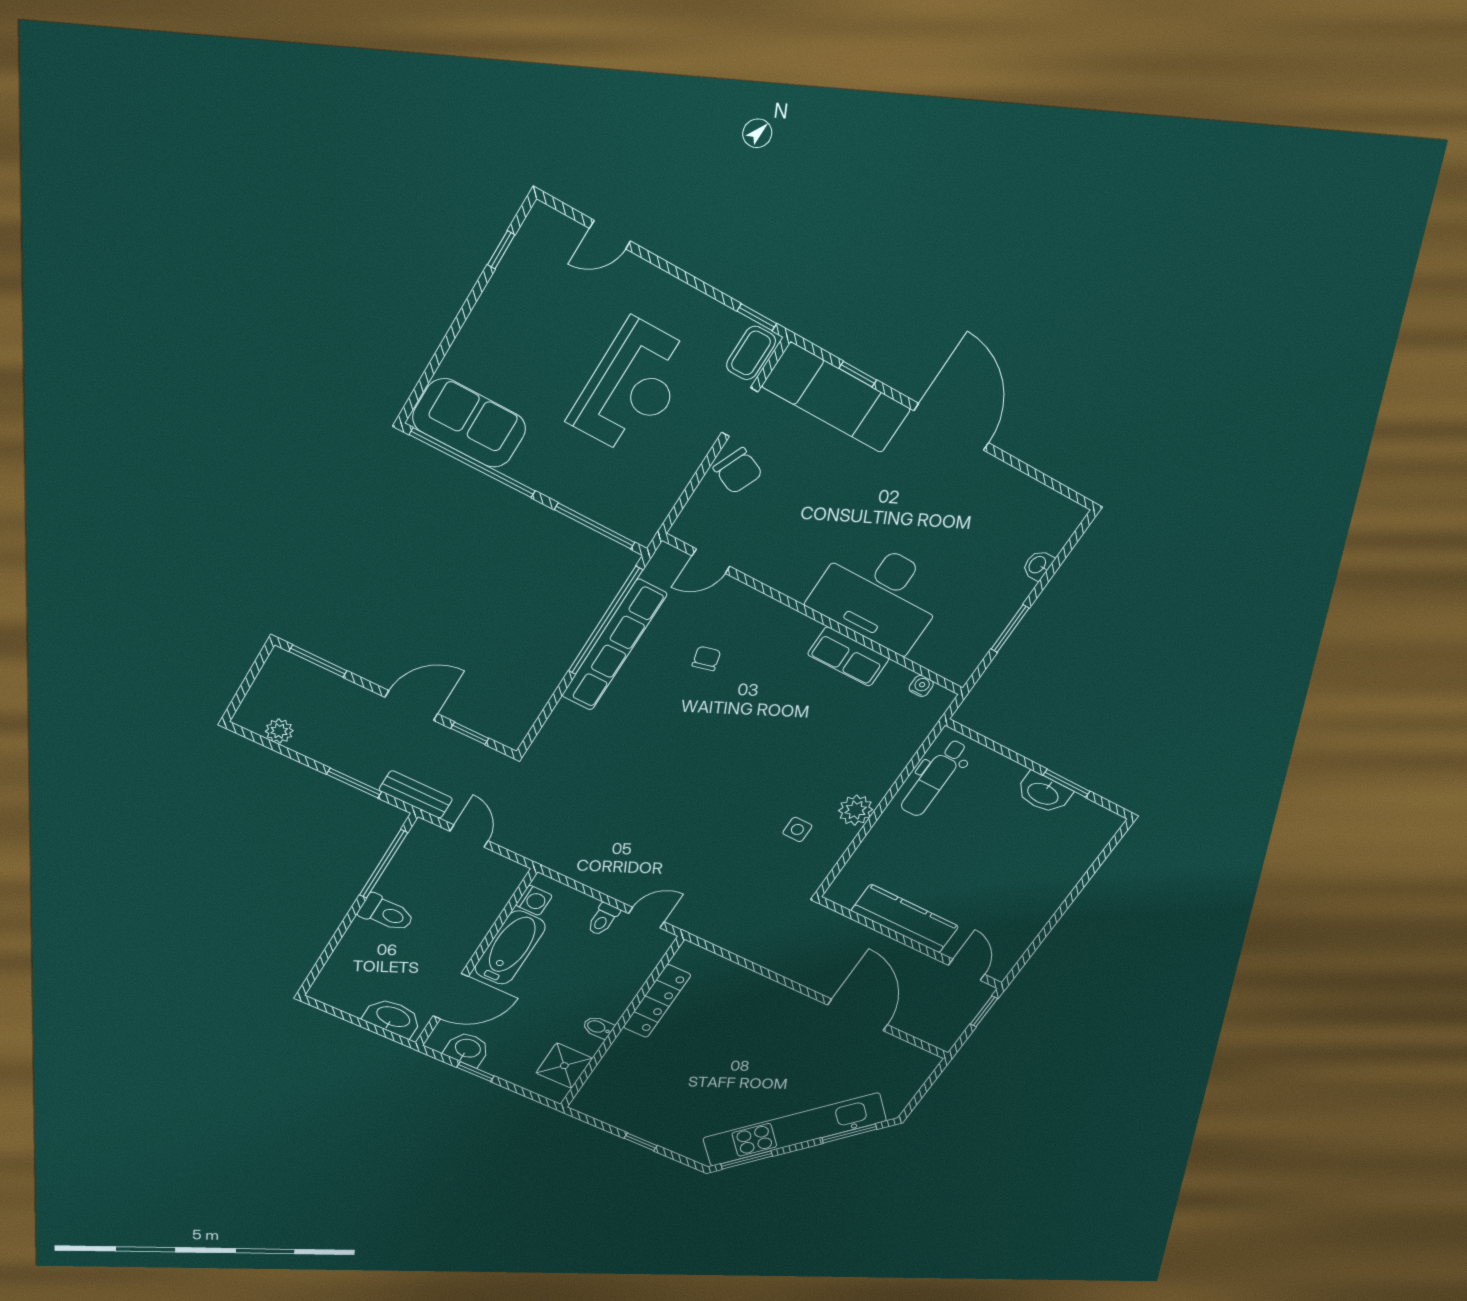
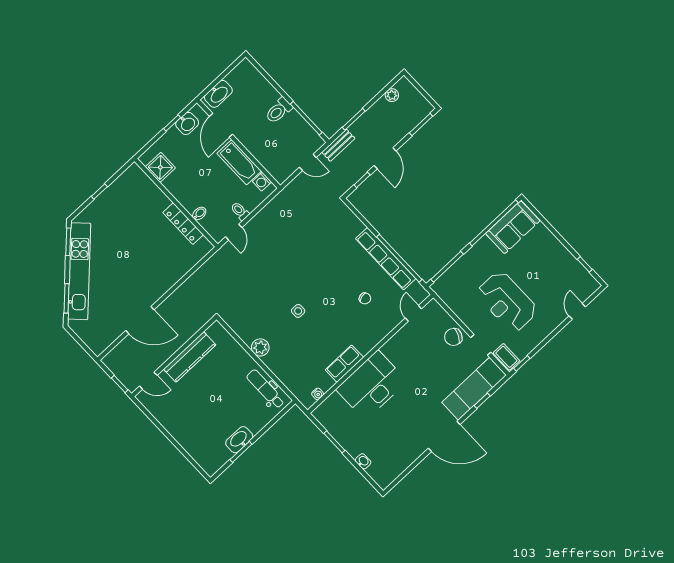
side table: (797, 829) -> (298, 311), moved
bidet: (598, 1027) -> (199, 214), moved

